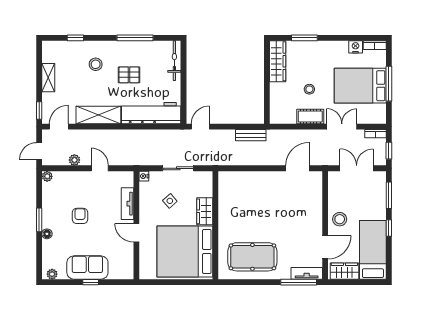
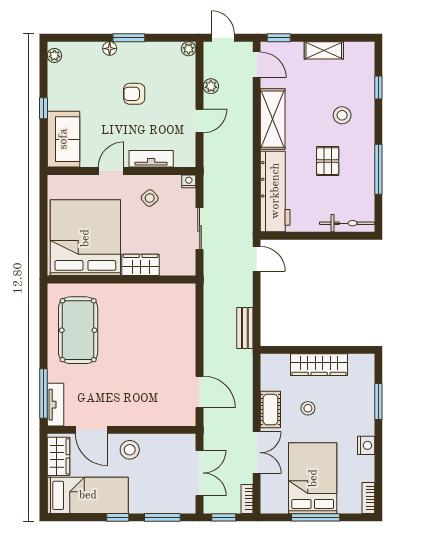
nightstand: (356, 47) -> (366, 445), moved
wardrobe: (278, 61) -> (319, 365), moved
side table: (170, 201) -> (150, 198), moved
armchair: (80, 216) -> (134, 94), turned 180
sofa: (87, 268) -> (63, 139), moved

